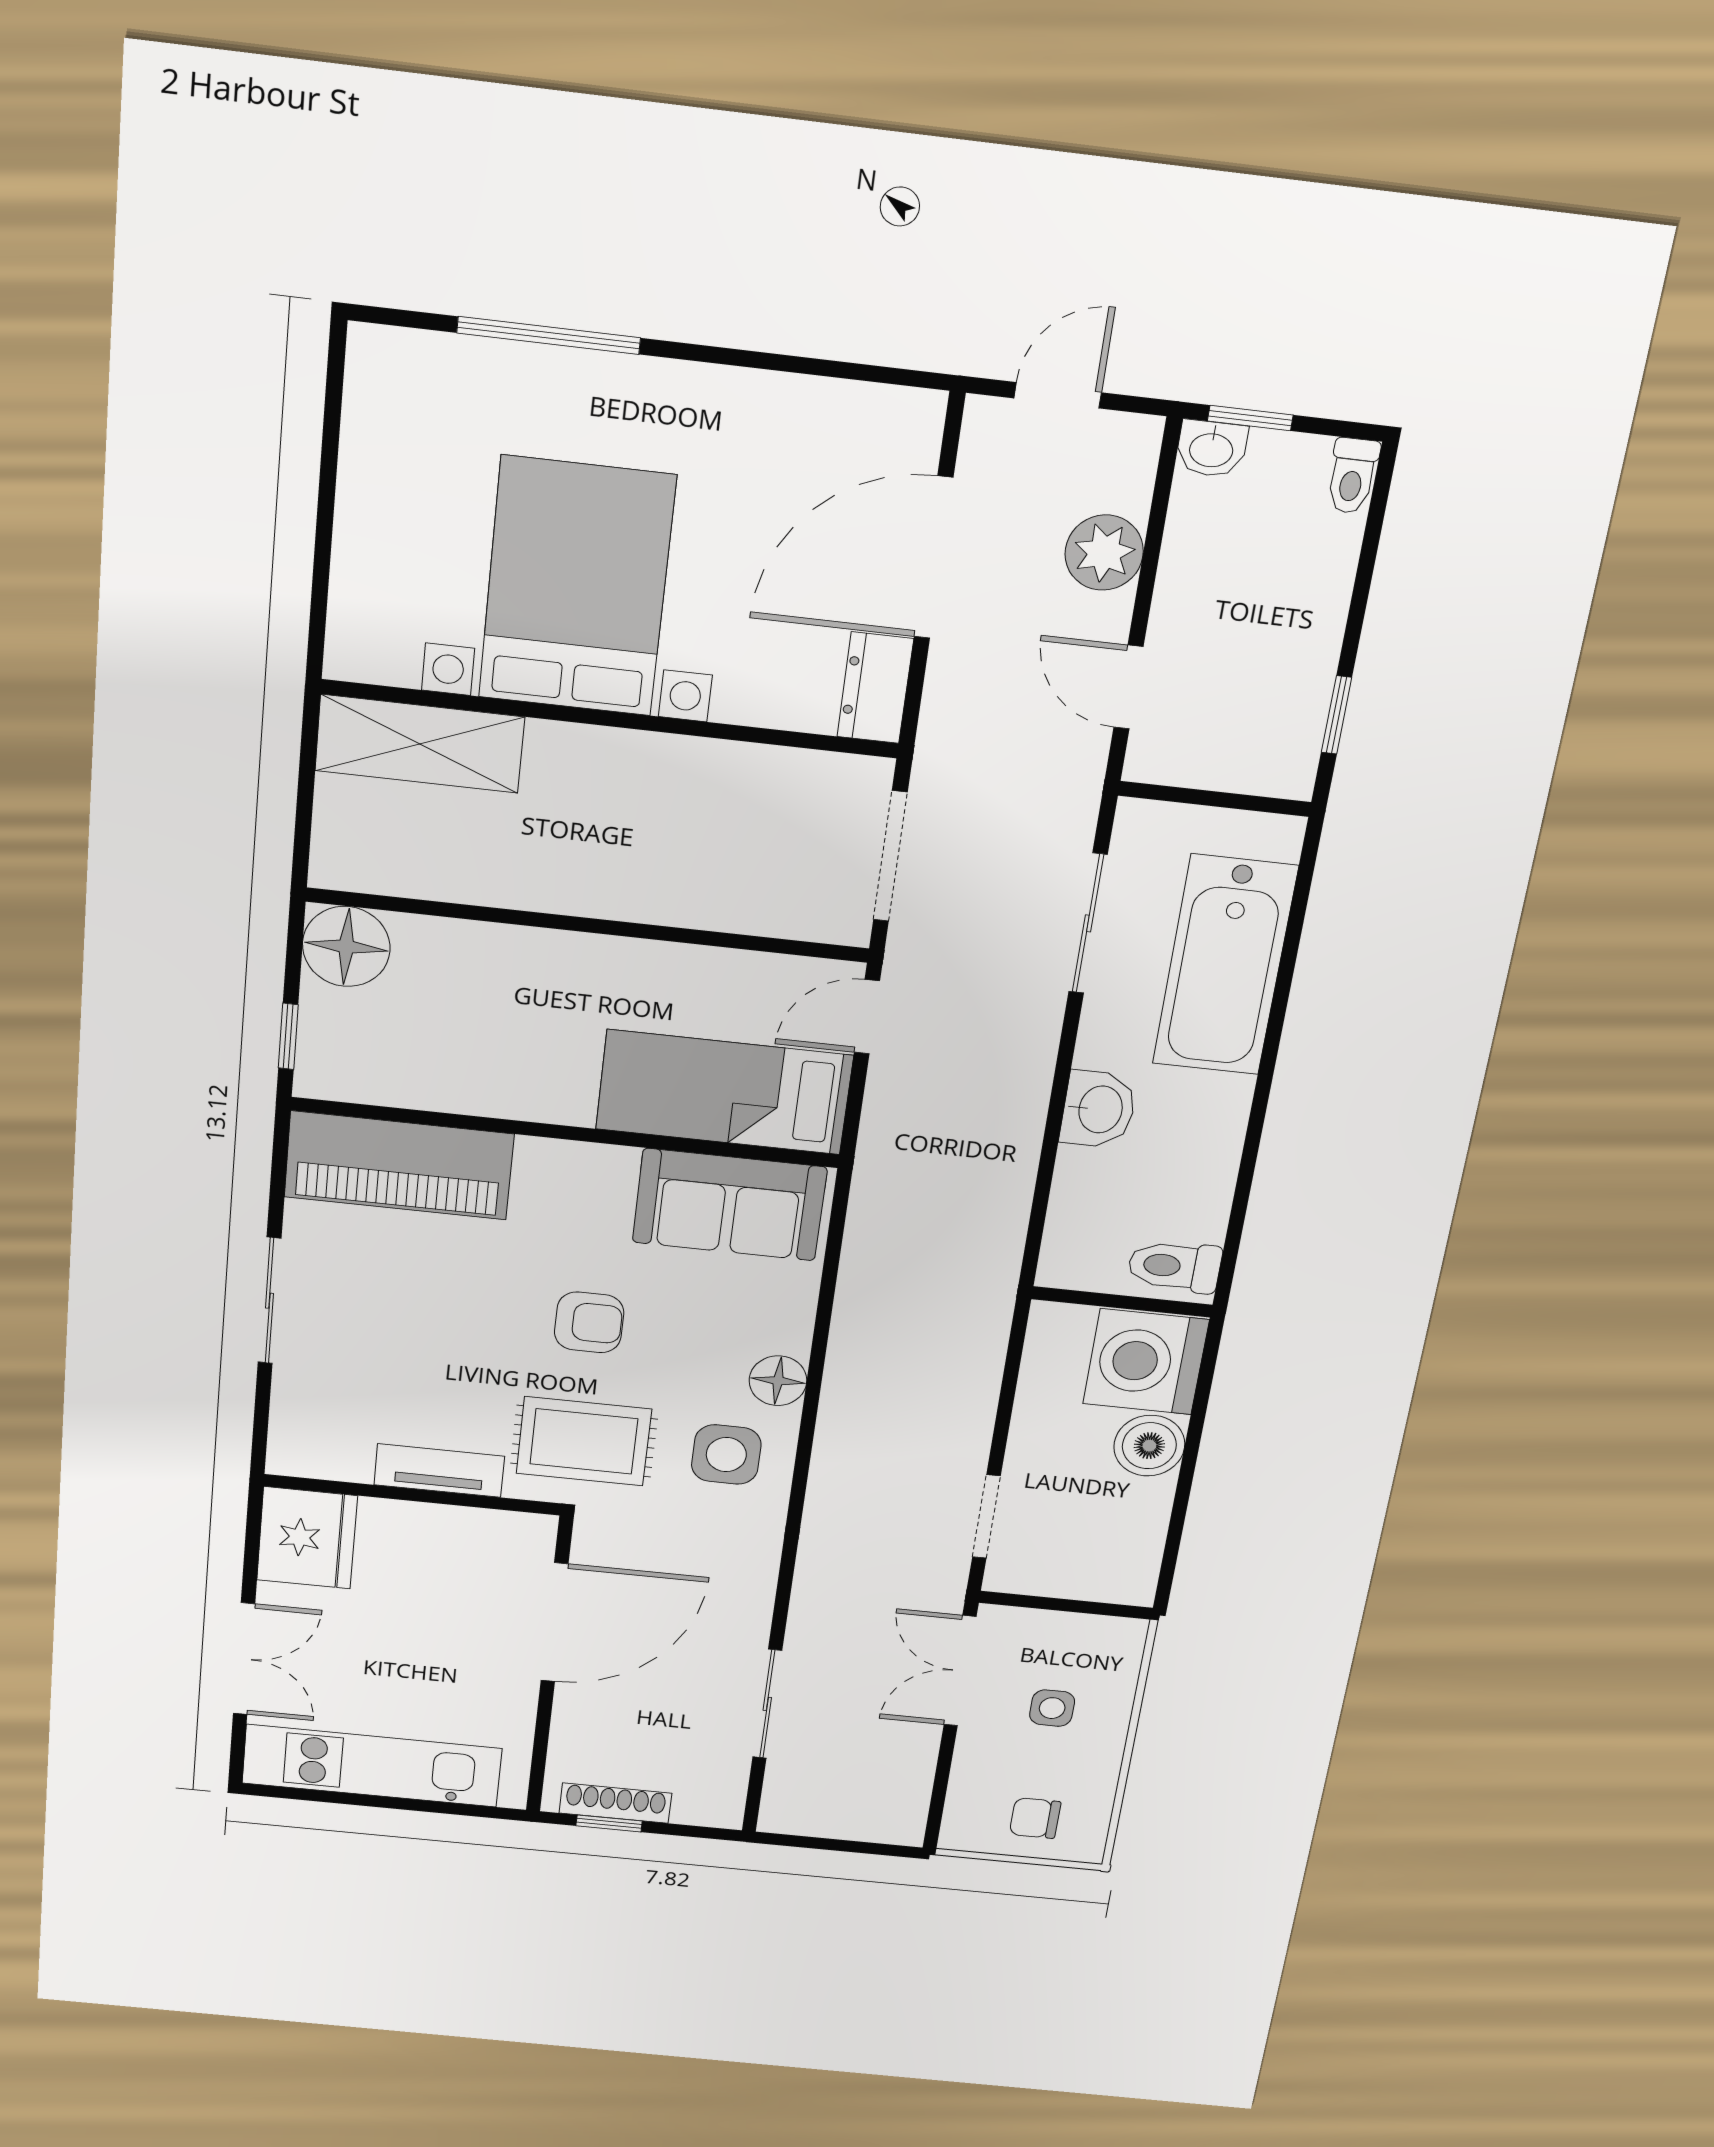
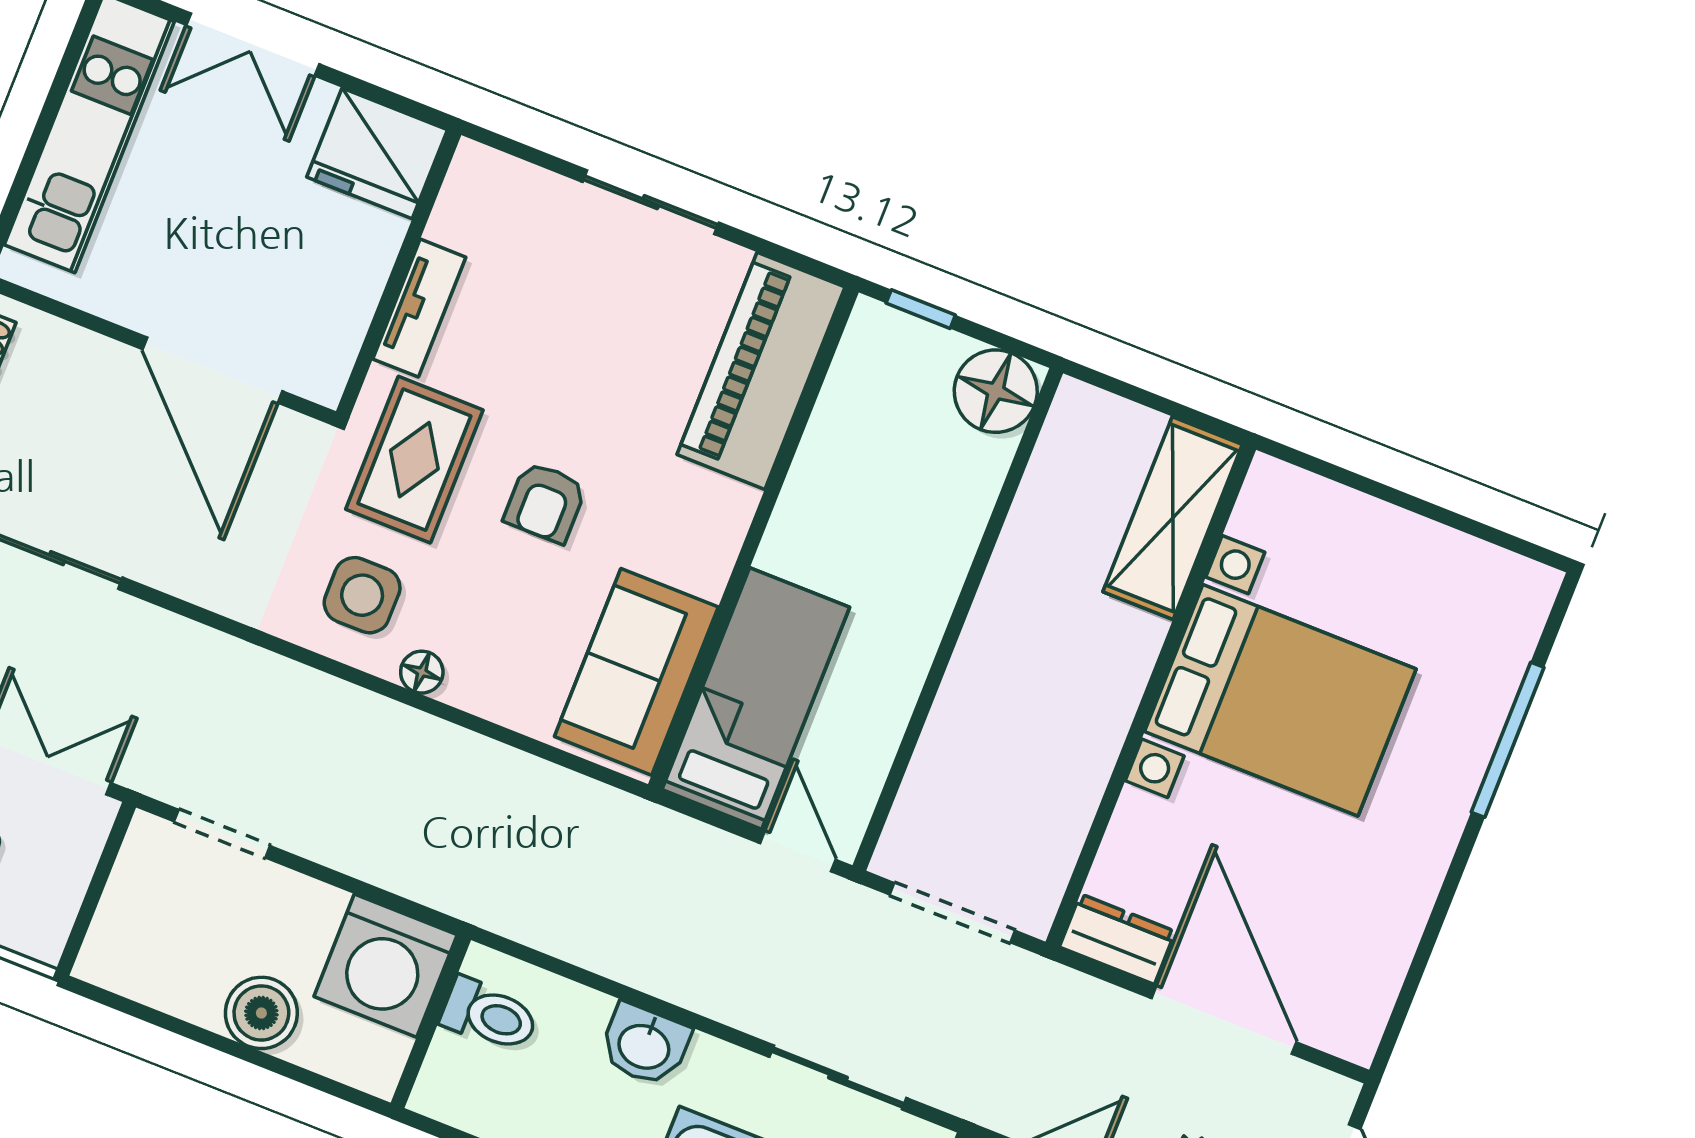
toilet: (1174, 1266) -> (490, 1015), moved, turned 90
washing machine: (1146, 1362) -> (386, 966), moved, turned 180
floor lamp: (778, 1381) -> (422, 672), width x0.73, depth x0.73

